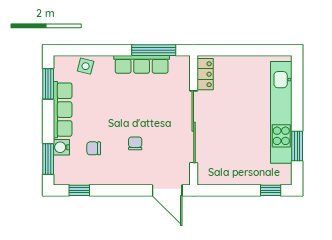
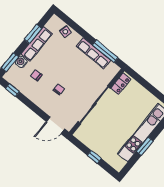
window: (48, 84) -> (33, 34), moved
window: (297, 146) -> (145, 146), moved
door: (167, 190) -> (56, 125), hinge flipped
window: (271, 190) -> (94, 157), moved

